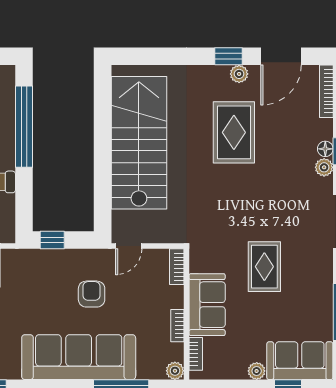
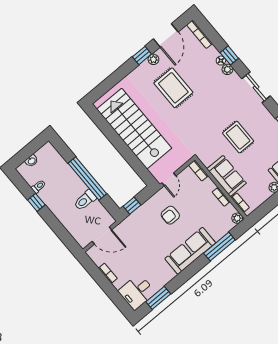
window: (24, 127) -> (87, 179), moved
armchair: (92, 294) -> (170, 215), turned -90
sofa: (79, 357) -> (190, 251), width x0.74, depth x0.79

